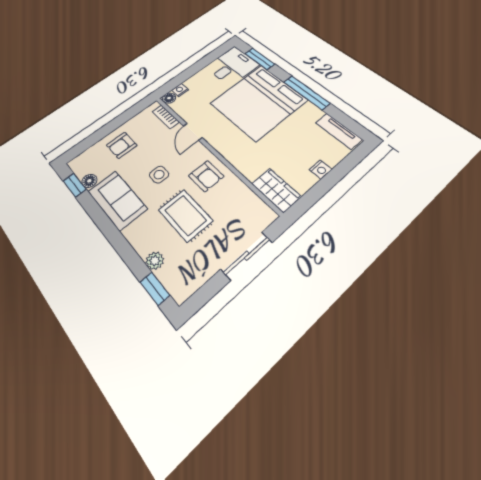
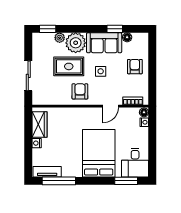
window: (307, 93) -> (59, 181), moved
bed: (259, 102) -> (99, 153), width x0.73
door: (193, 132) -> (111, 106), swing flipped
armchair: (206, 176) -> (80, 91), turned 90
window: (75, 185) -> (115, 29), moved
wardrobe: (276, 190) -> (39, 124), moved, turned -90
plant: (145, 234) -> (76, 43), added

